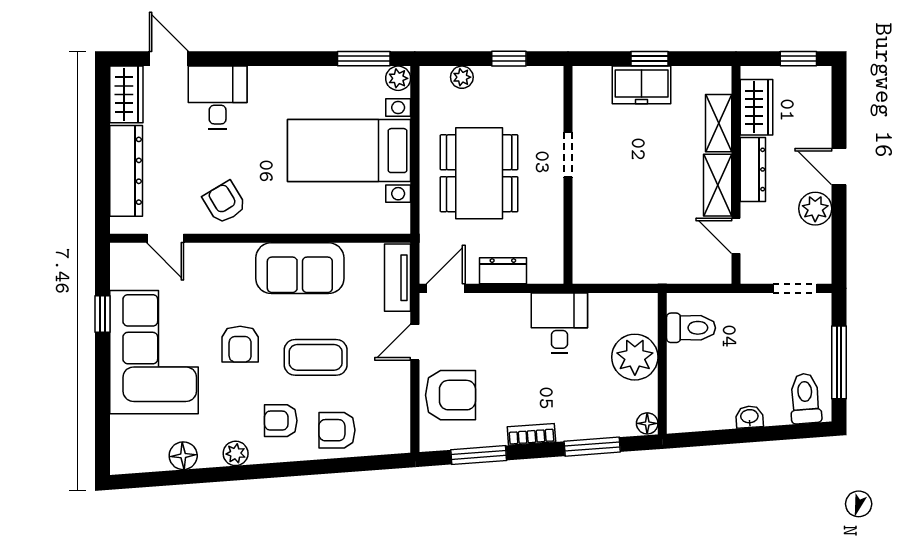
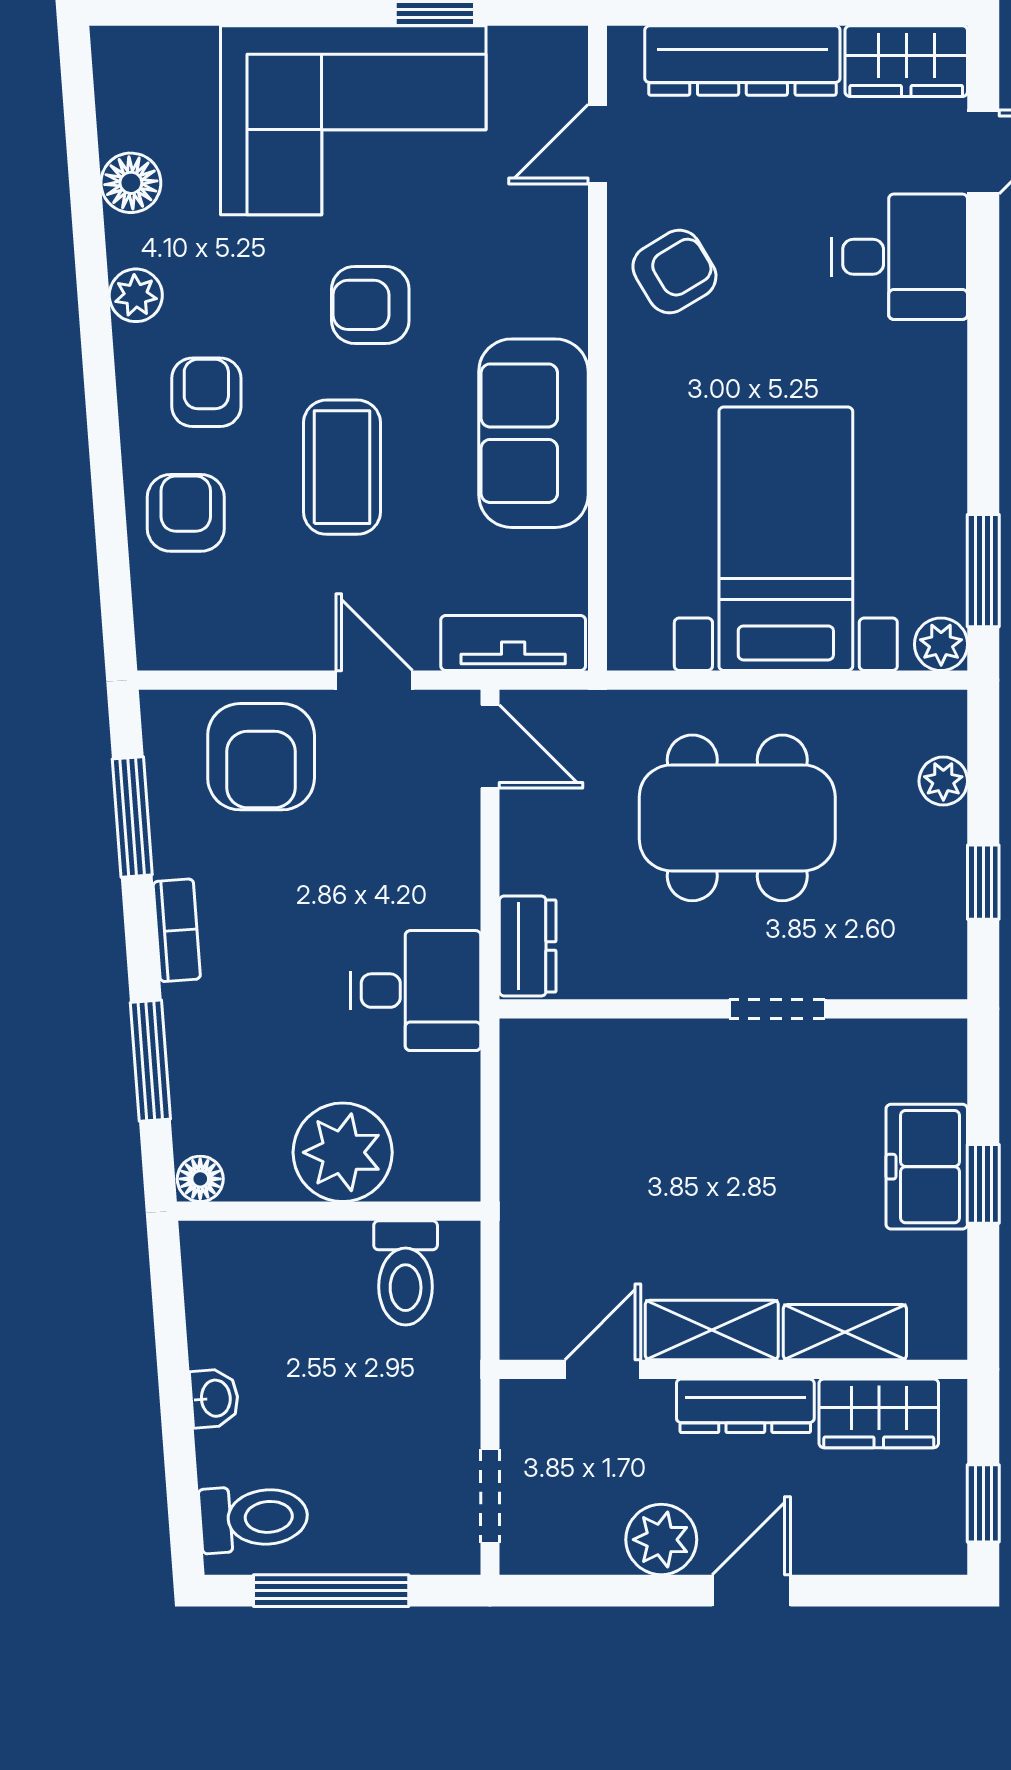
dresser: (503, 271) -> (528, 946), moved

